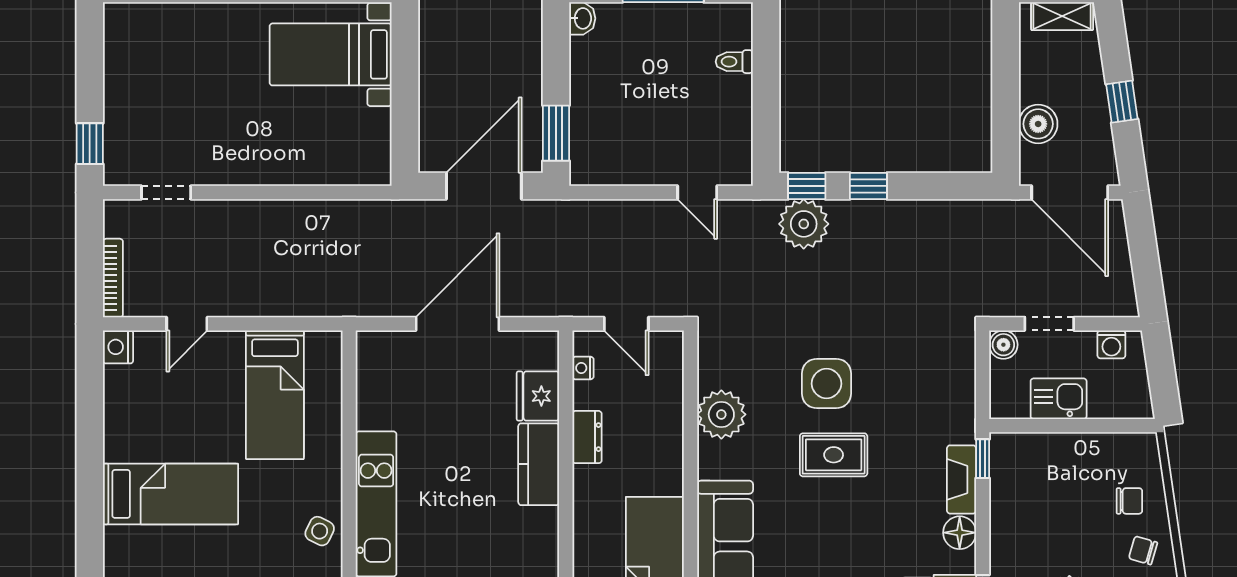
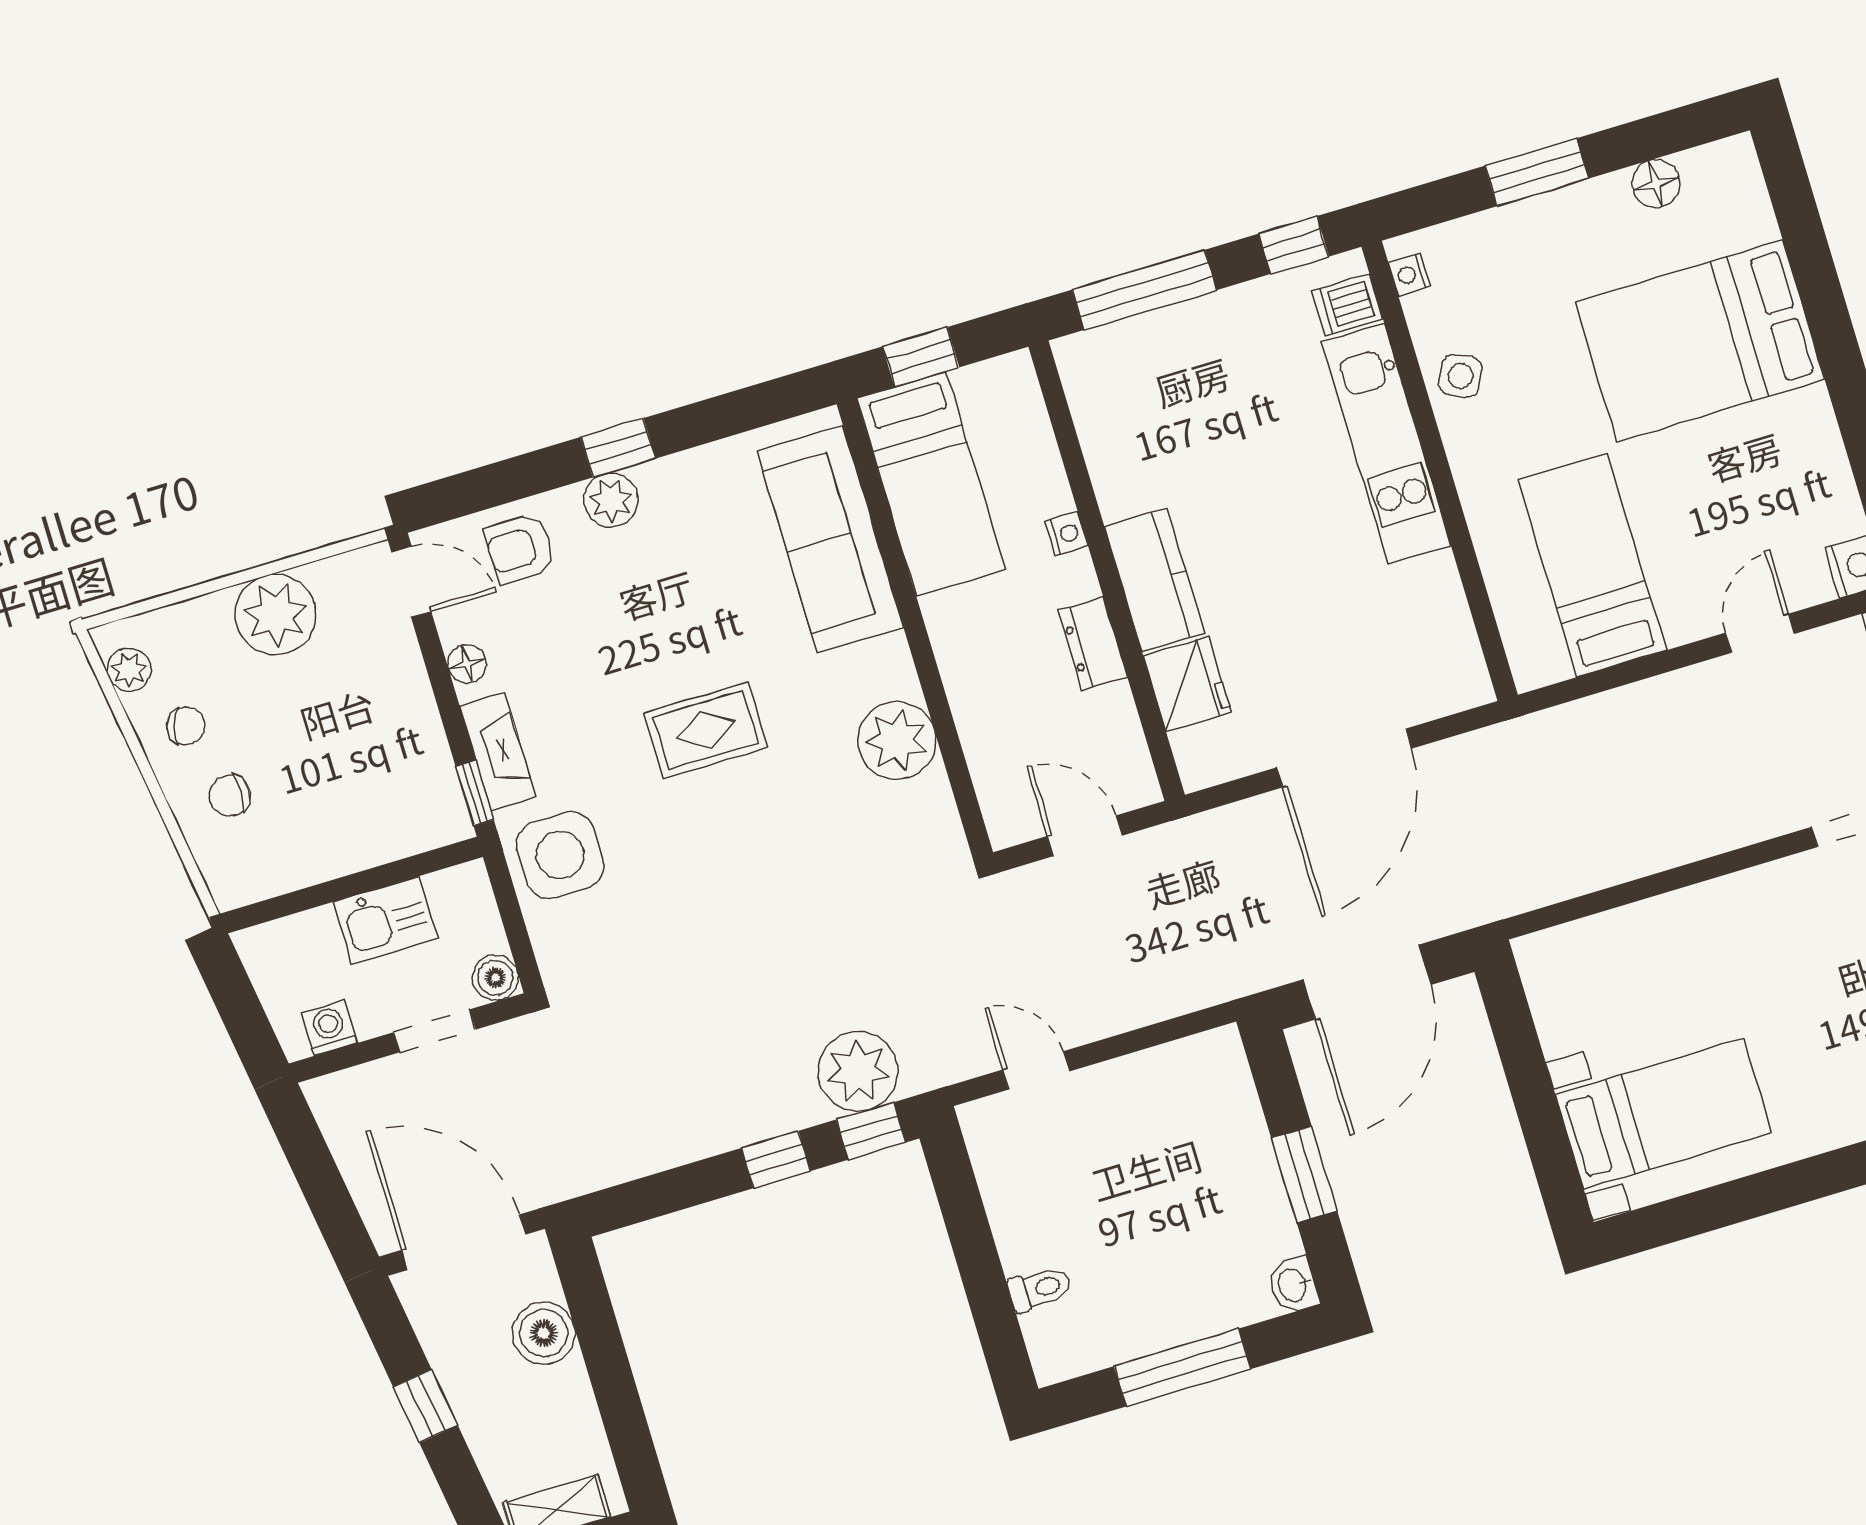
window: (556, 133) -> (1304, 1175), moved
nightstand: (583, 368) -> (1067, 534), moved
side table: (826, 384) -> (560, 855), moved
bed: (170, 494) -> (1700, 341), width x1.50
floor lamp: (960, 533) -> (467, 664), width x0.73, depth x0.73

